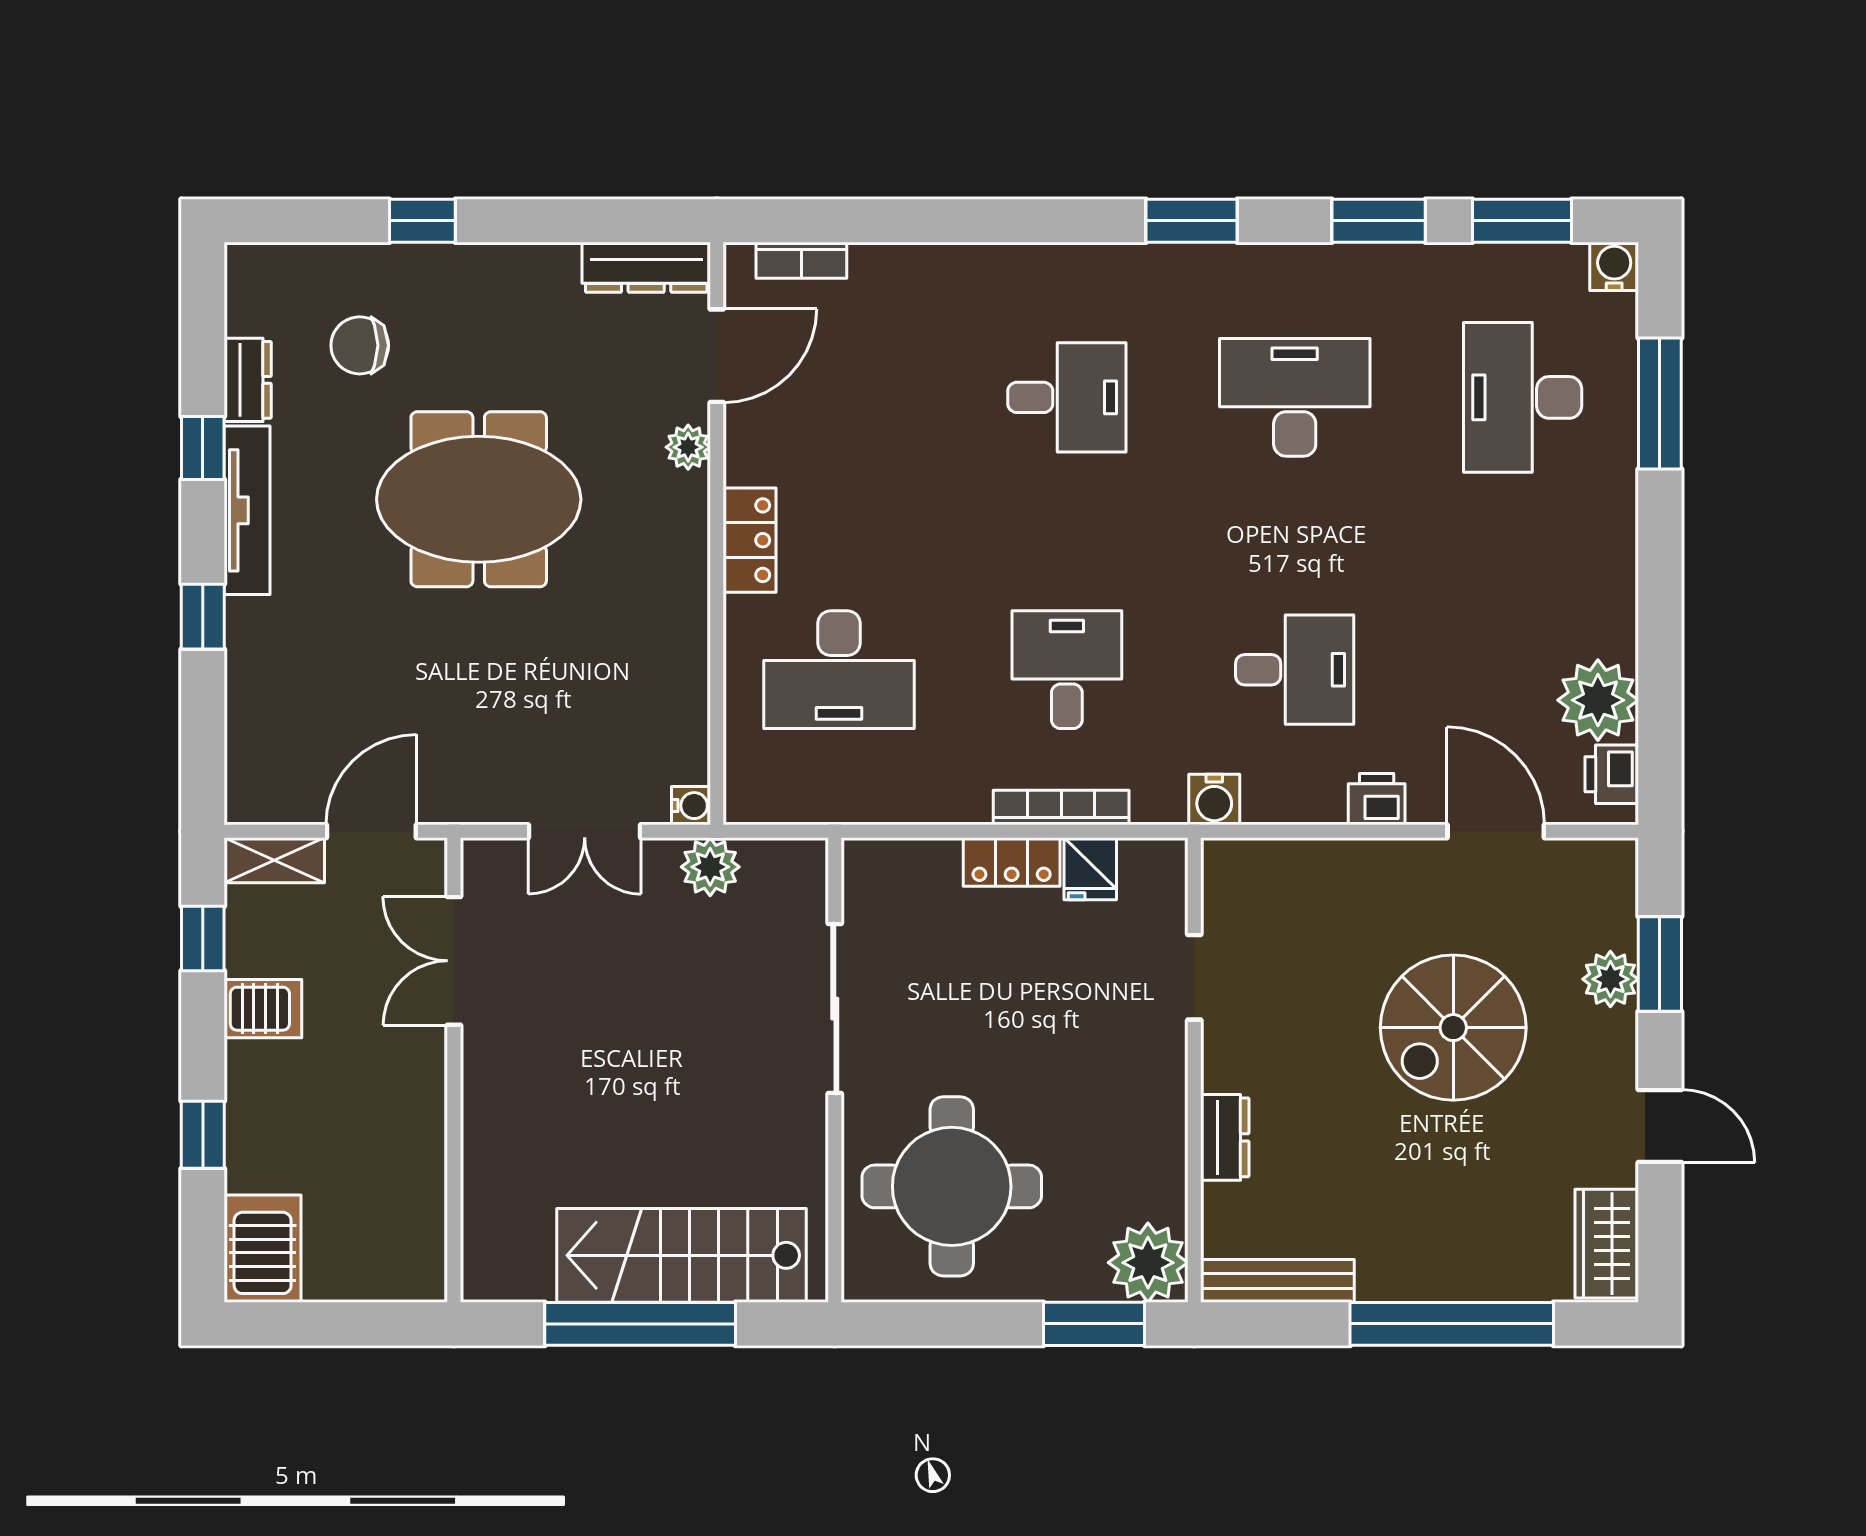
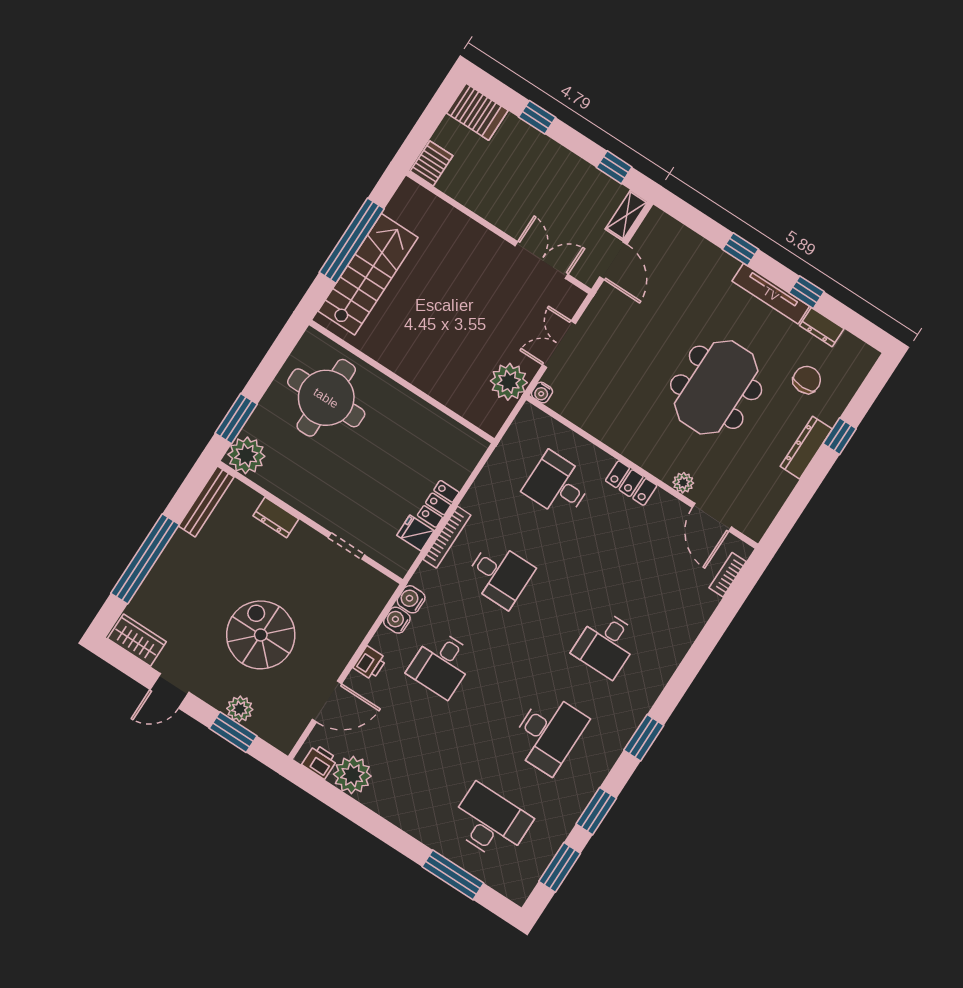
water cooler: (1614, 266) -> (397, 620), moved, turned 180
dresser: (646, 267) -> (806, 448), moved
desk: (839, 670) -> (558, 485), width x0.73
plant: (710, 867) -> (509, 382), width x1.36, depth x1.36
server rack: (263, 1009) -> (432, 163), moved, turned 180
sliding door: (835, 1009) -> (426, 397), removed

